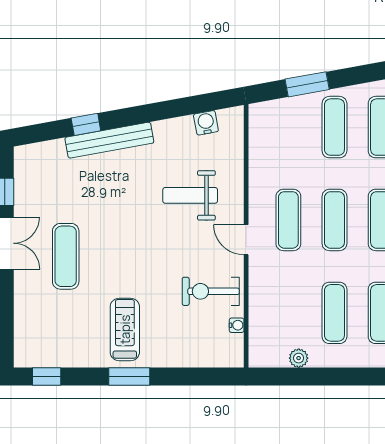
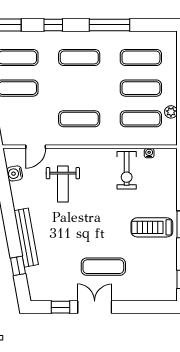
window: (86, 124) -> (18, 266), moved
exercise mat: (334, 220) -> (141, 119), moved
door: (246, 240) -> (36, 147), moved

